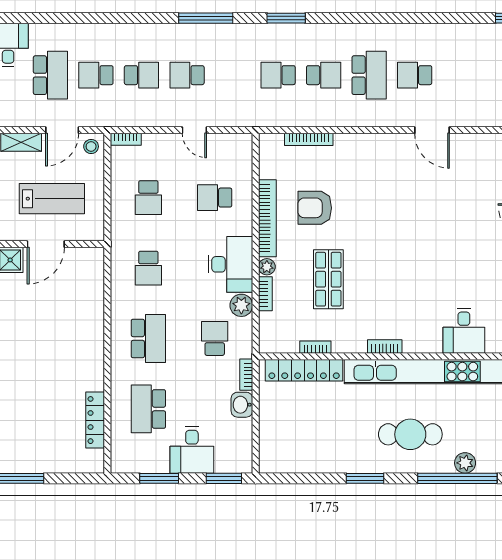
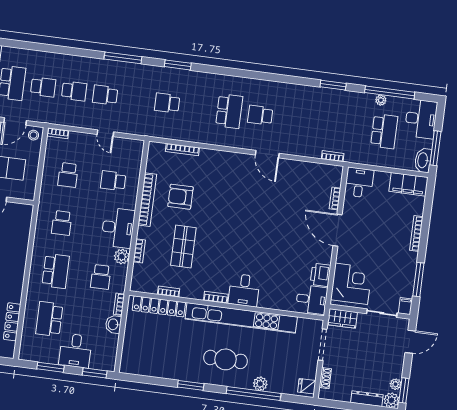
school desk: (96, 75) -> (43, 87), turned 180
school desk: (324, 75) -> (198, 107), removed
plant: (267, 267) -> (143, 233), removed
desk: (464, 331) -> (244, 290), moved
school desk: (215, 338) -> (101, 277), turned 180

